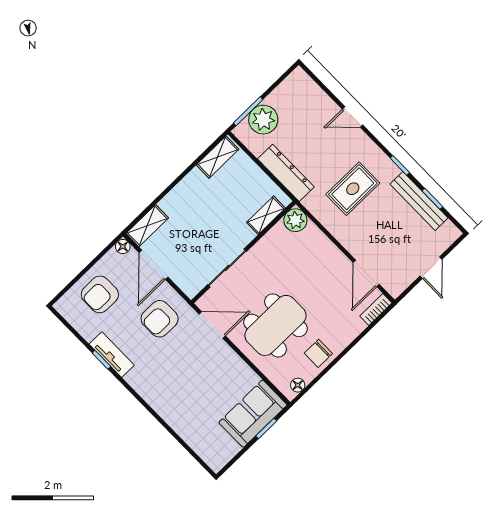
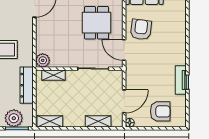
shelving: (147, 226) -> (98, 121), moved
armchair: (160, 319) -> (141, 29), moved, turned -83
dining table: (276, 325) -> (96, 23), width x0.73

